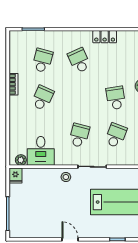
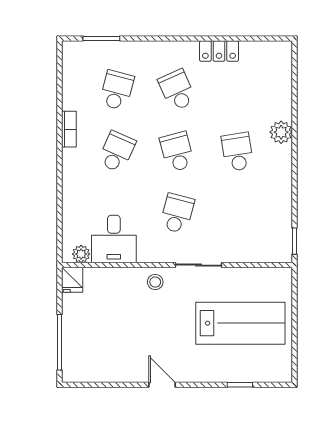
school desk: (116, 135) -> (177, 152), moved, turned -36

